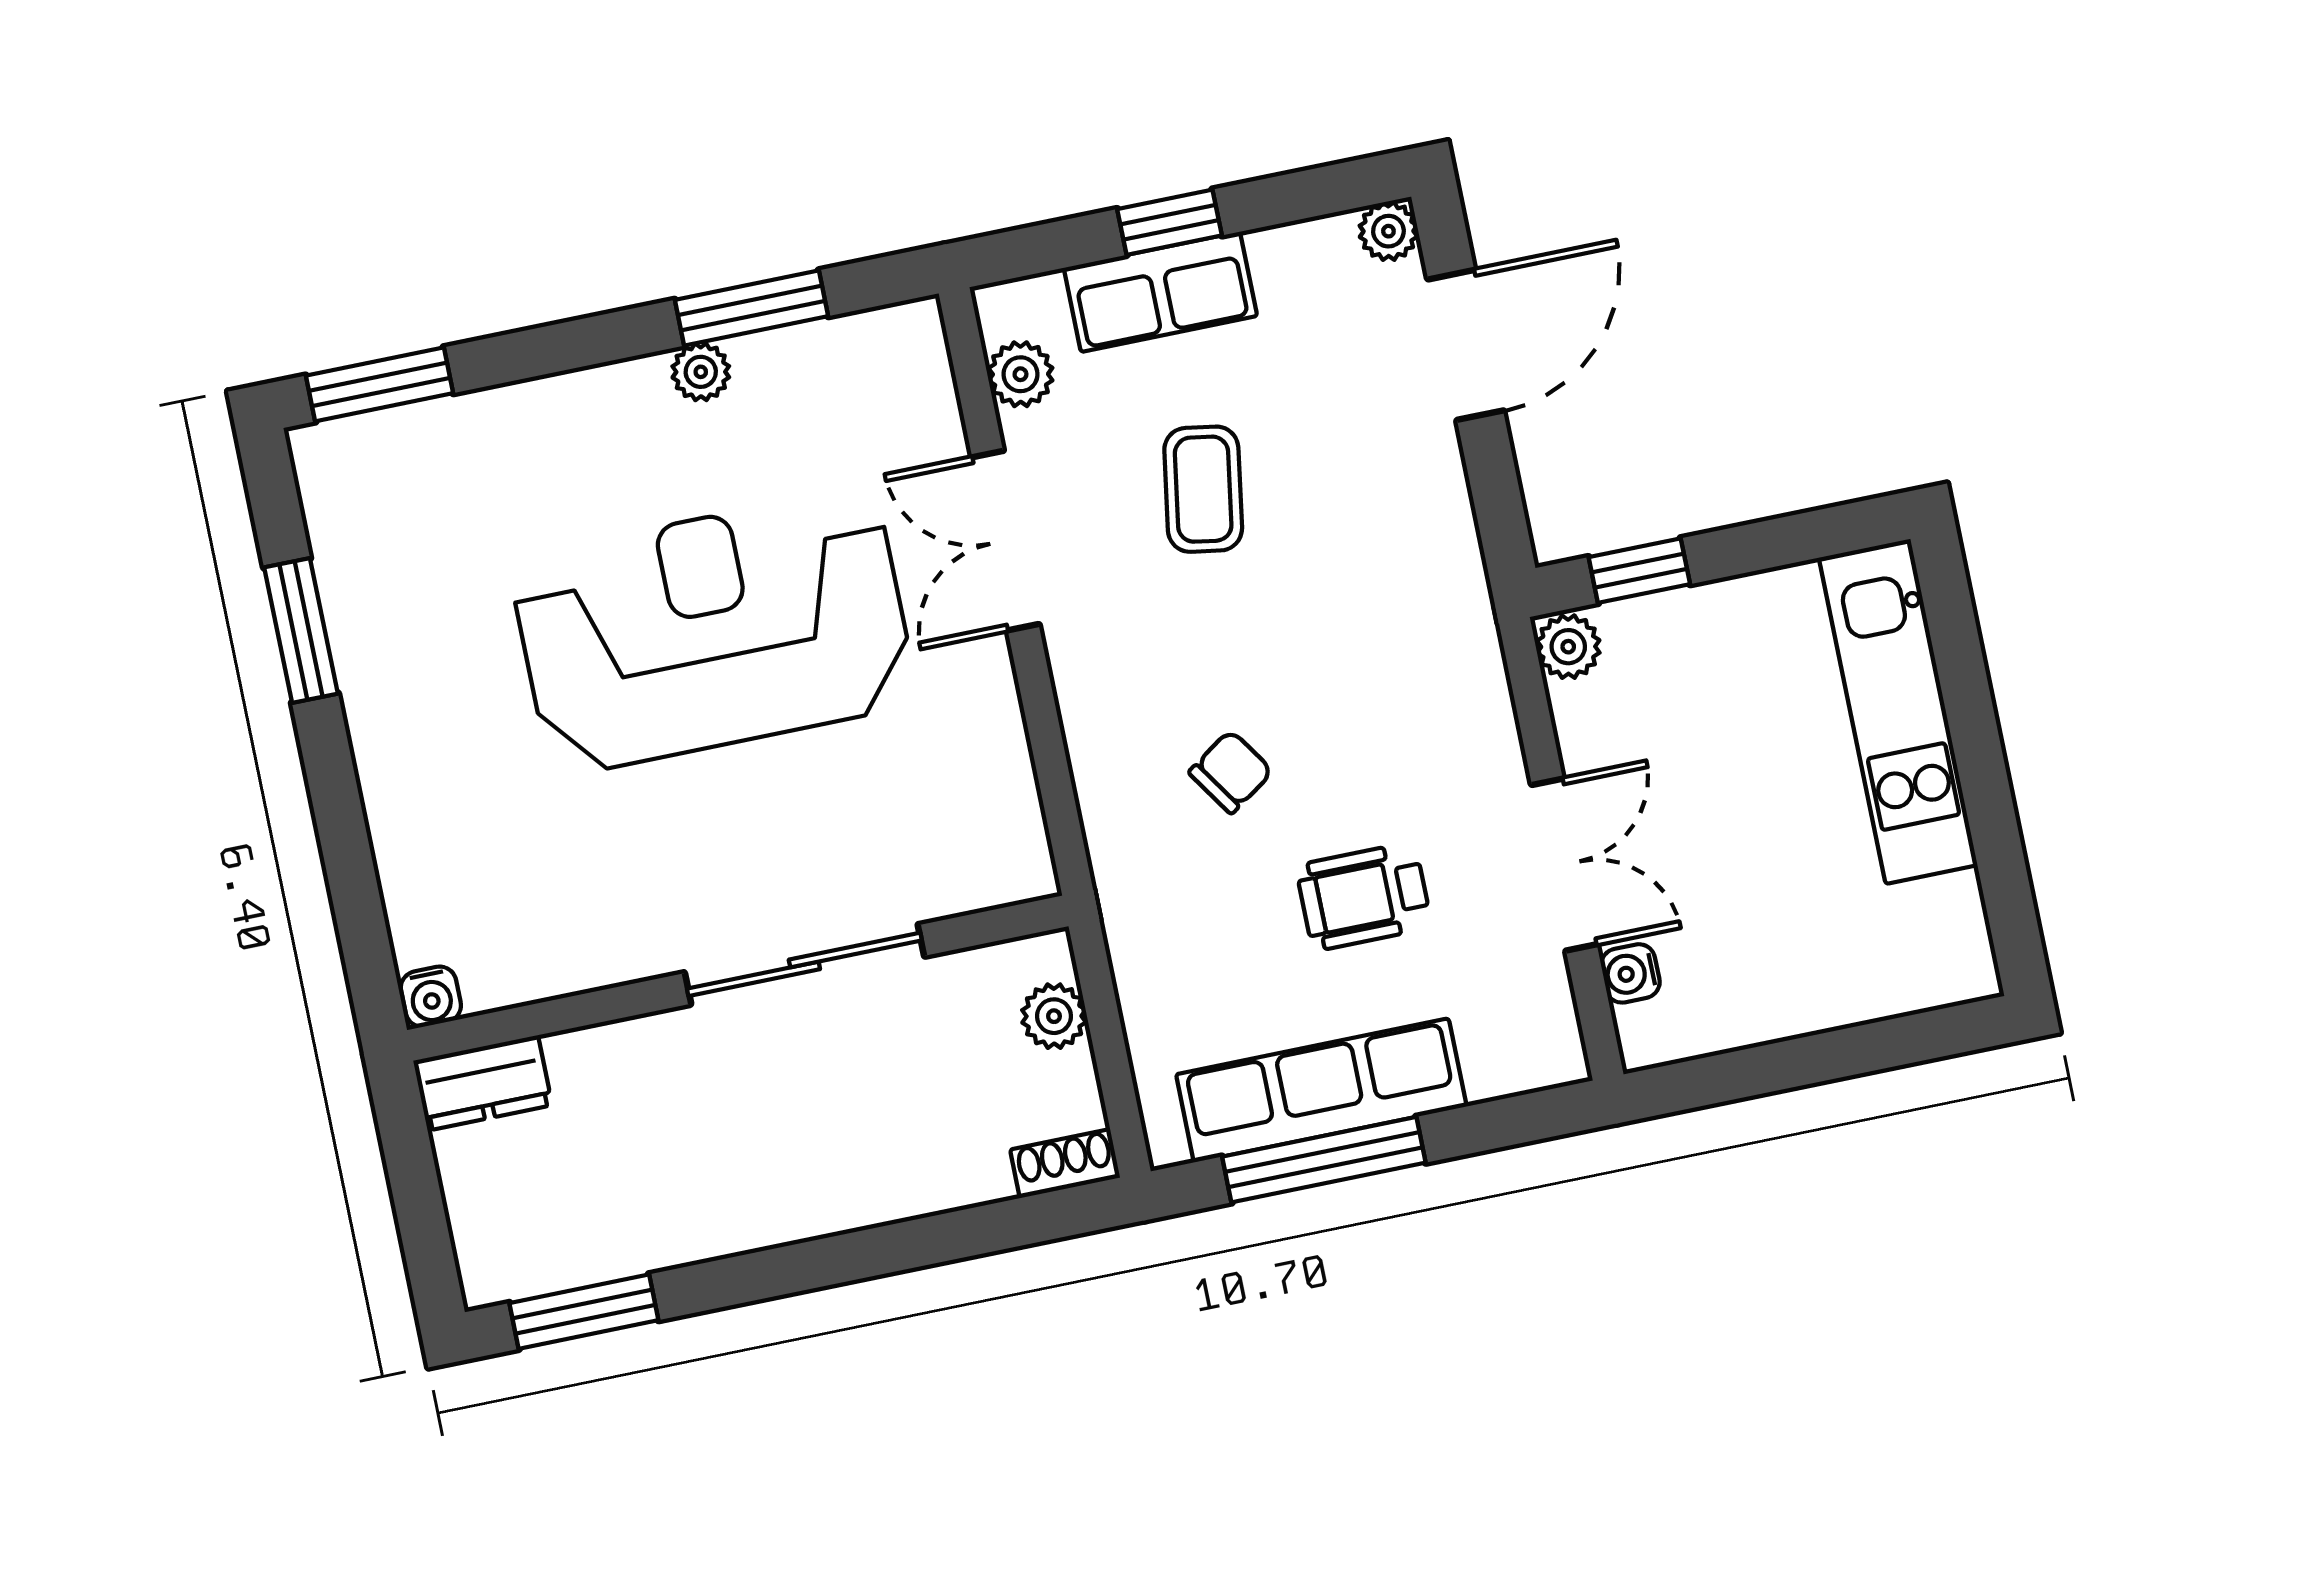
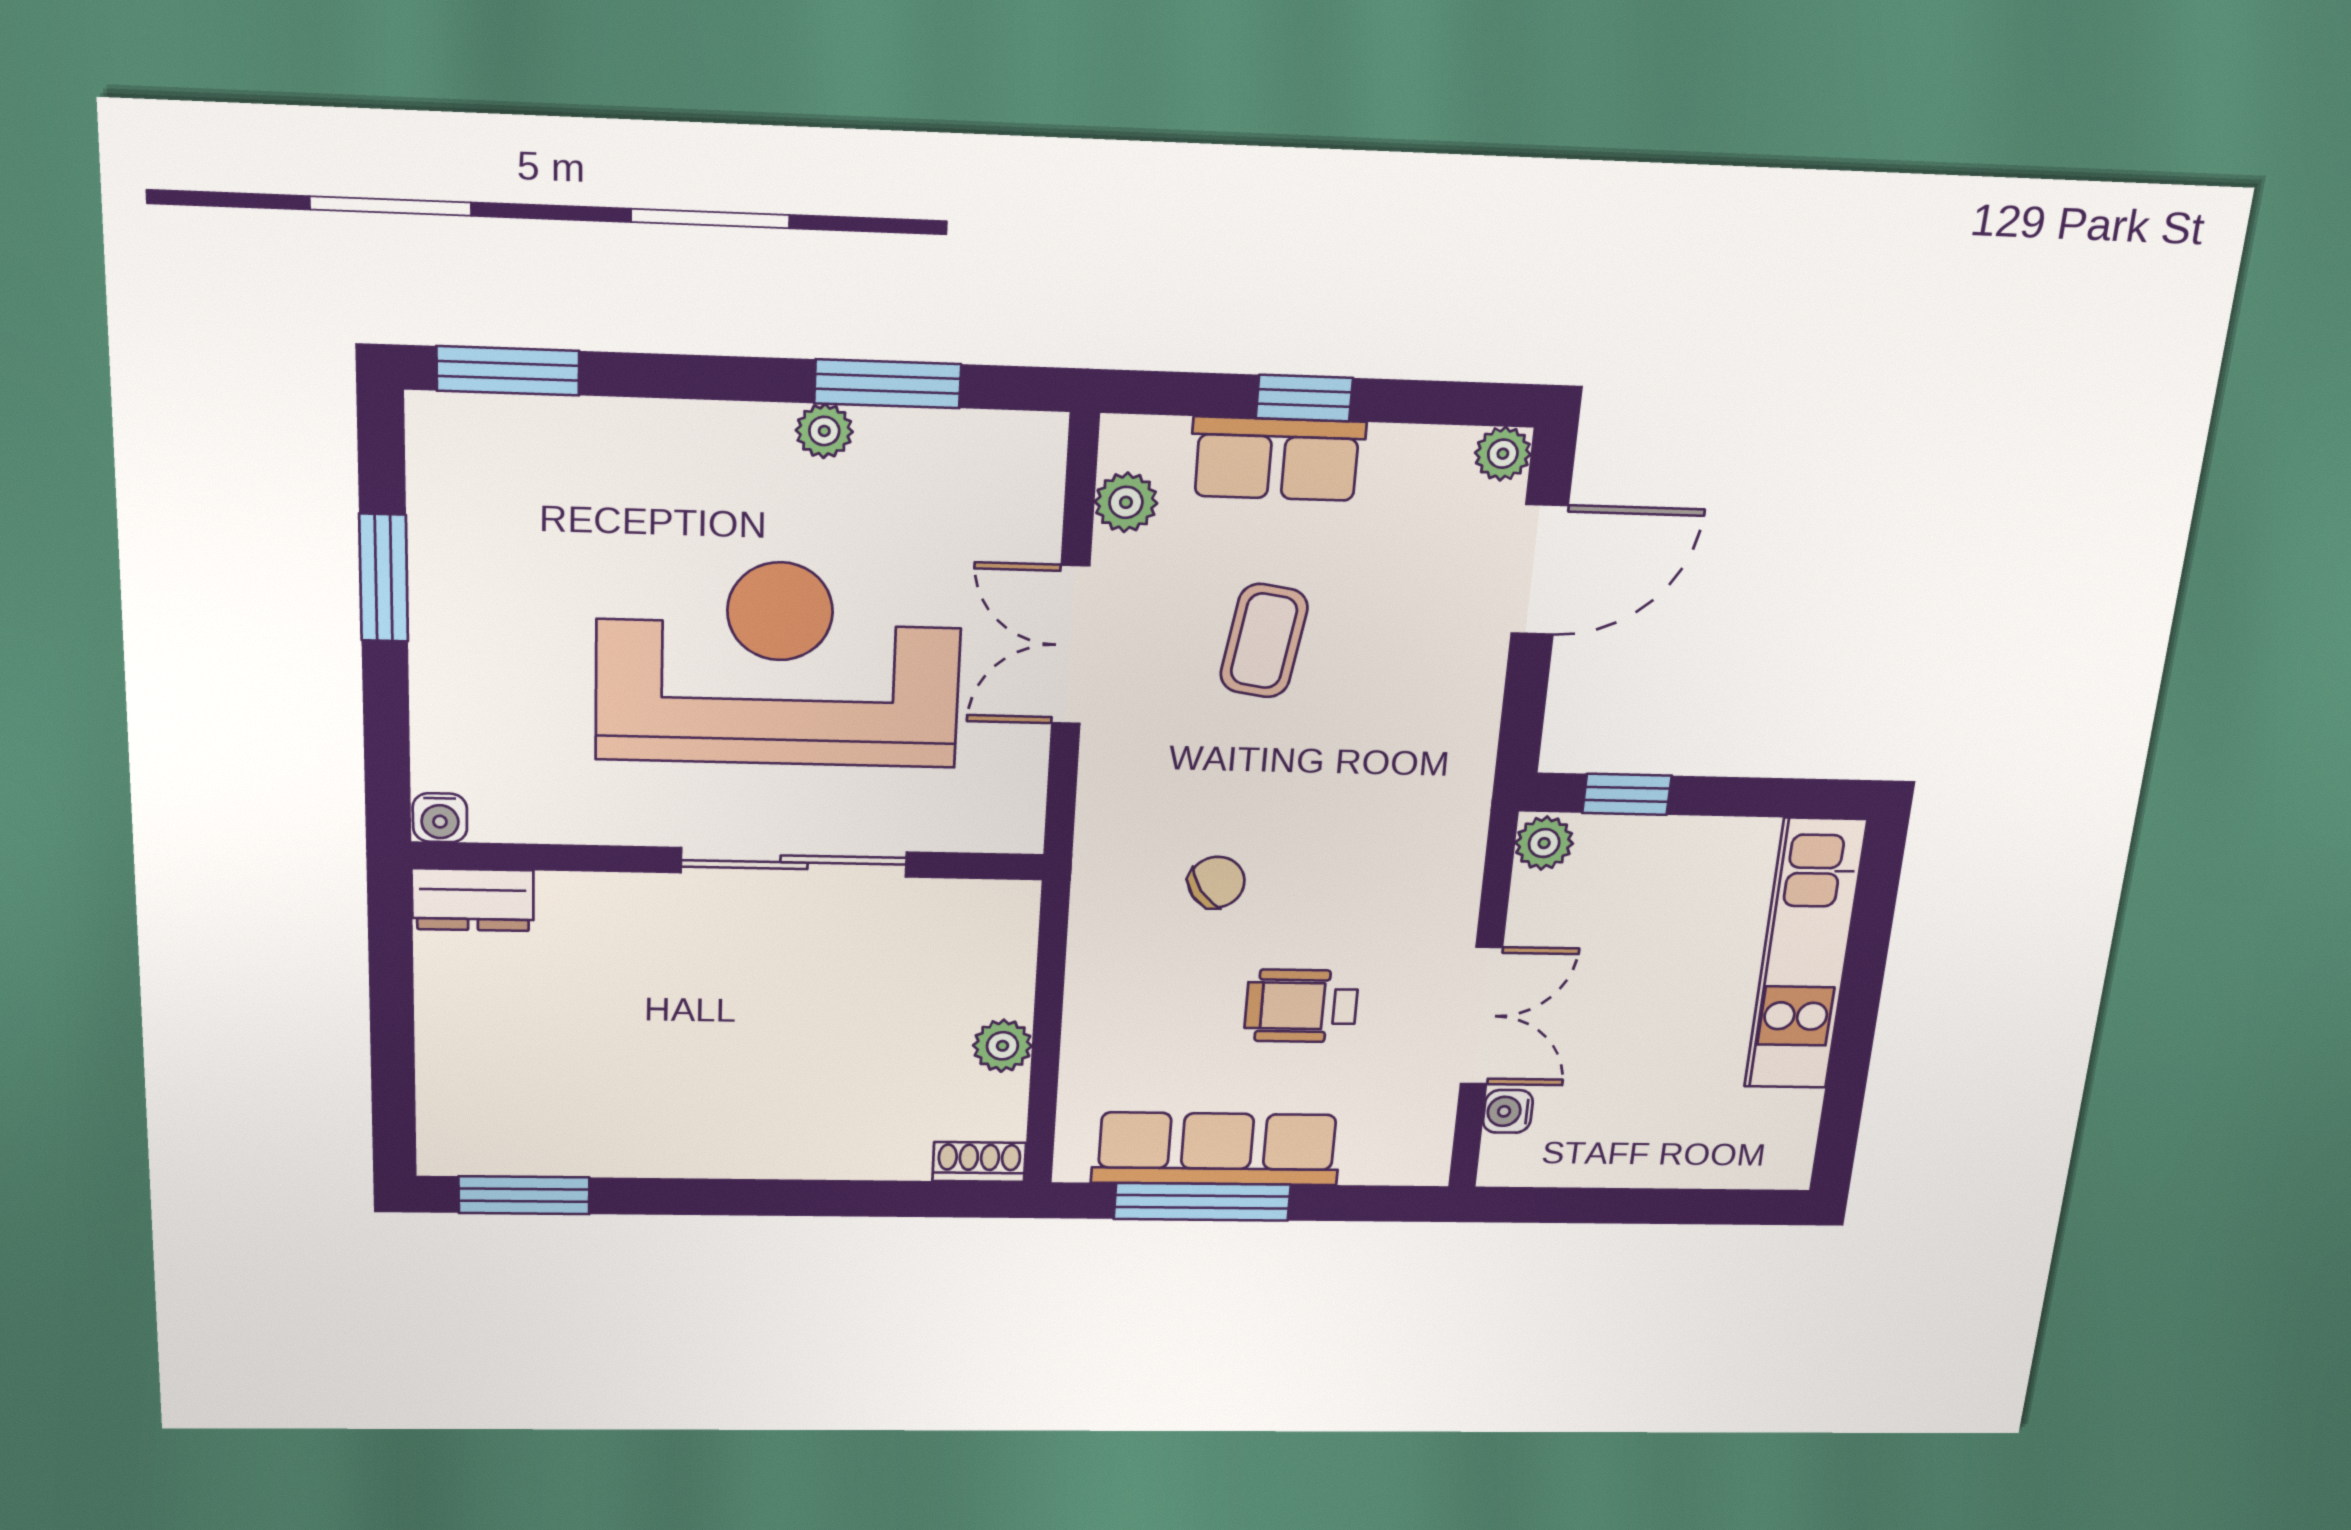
sliding door: (804, 964) -> (794, 862), moved
wall: (738, 978) -> (730, 861), moved
water cooler: (431, 997) -> (440, 818), moved
dresser: (483, 1083) -> (473, 900), moved

